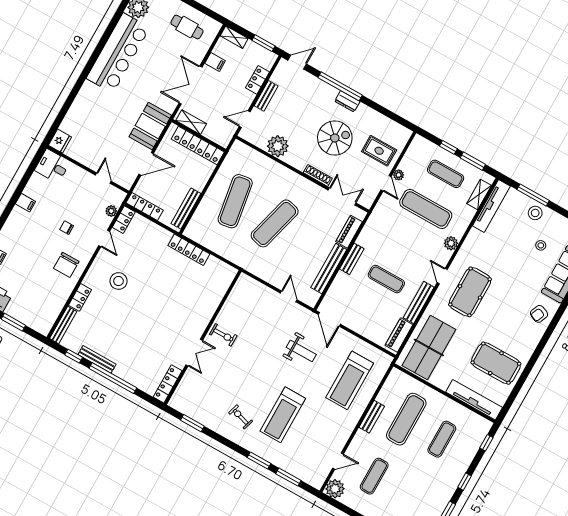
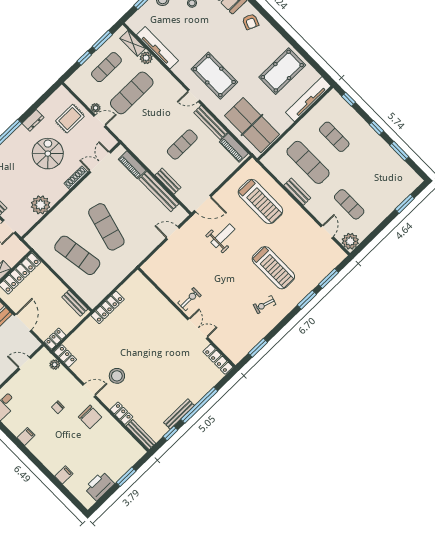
dresser: (347, 101) -> (33, 120), moved
tv unit: (491, 206) -> (158, 48), moved
locker: (145, 207) -> (55, 339), width x0.66
bench: (186, 209) -> (75, 303), width x0.73
door: (104, 238) -> (89, 390), moved
plant: (451, 243) -> (146, 58), moved
bench: (352, 259) -> (168, 181), moved

